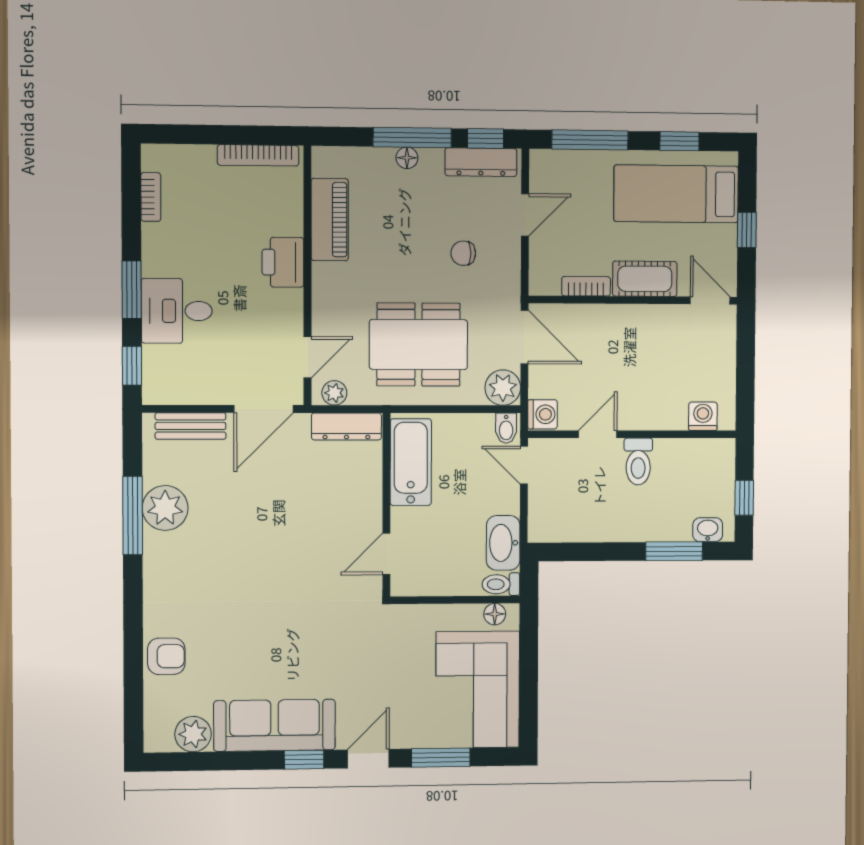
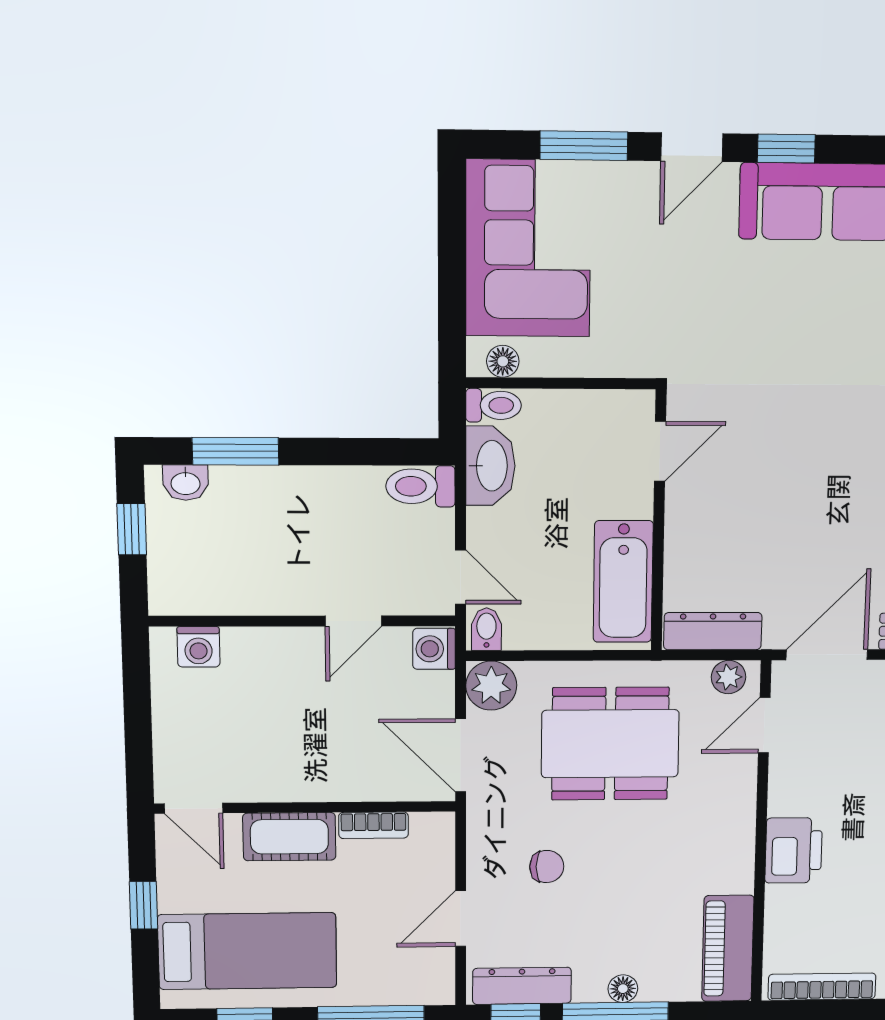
piano: (330, 220) -> (728, 948), moved
toilet: (638, 461) -> (421, 486), moved, turned -90

